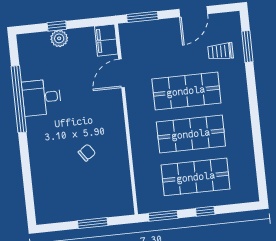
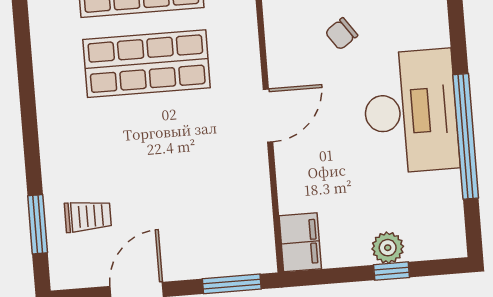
door: (122, 73) -> (268, 115), moved
shop shelf: (186, 91) -> (153, 144), removed
desk: (41, 97) -> (411, 111), width x1.87, depth x1.30

